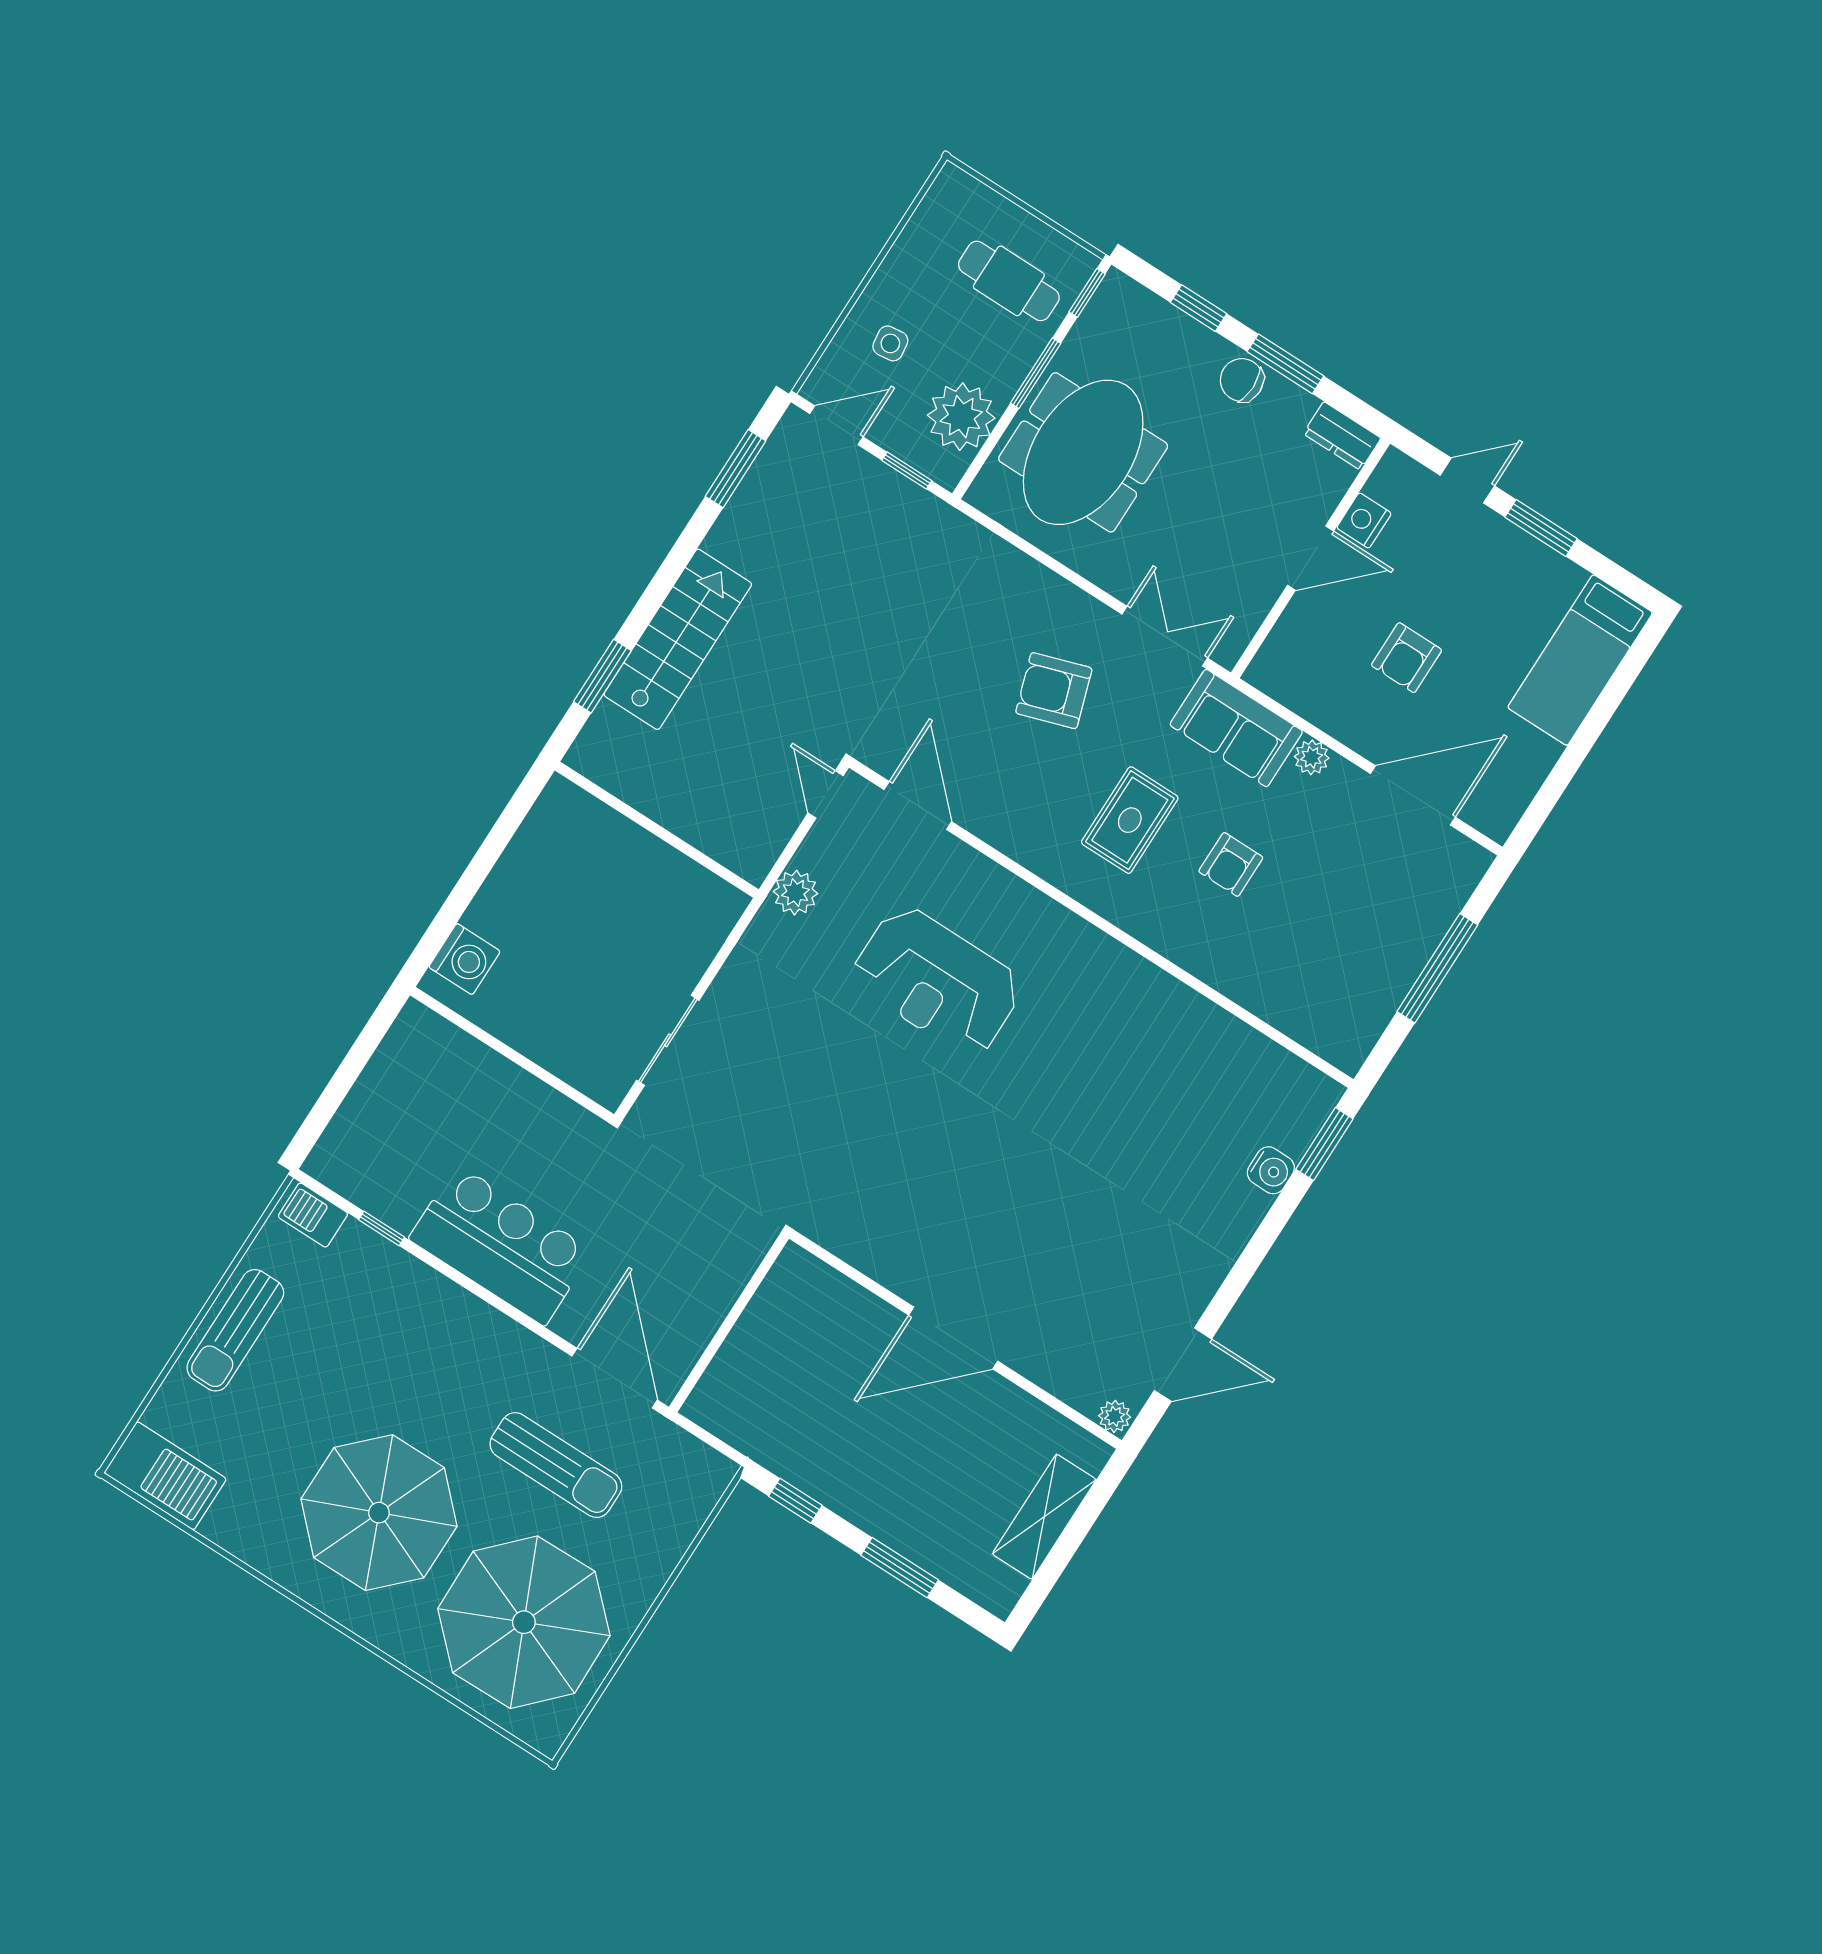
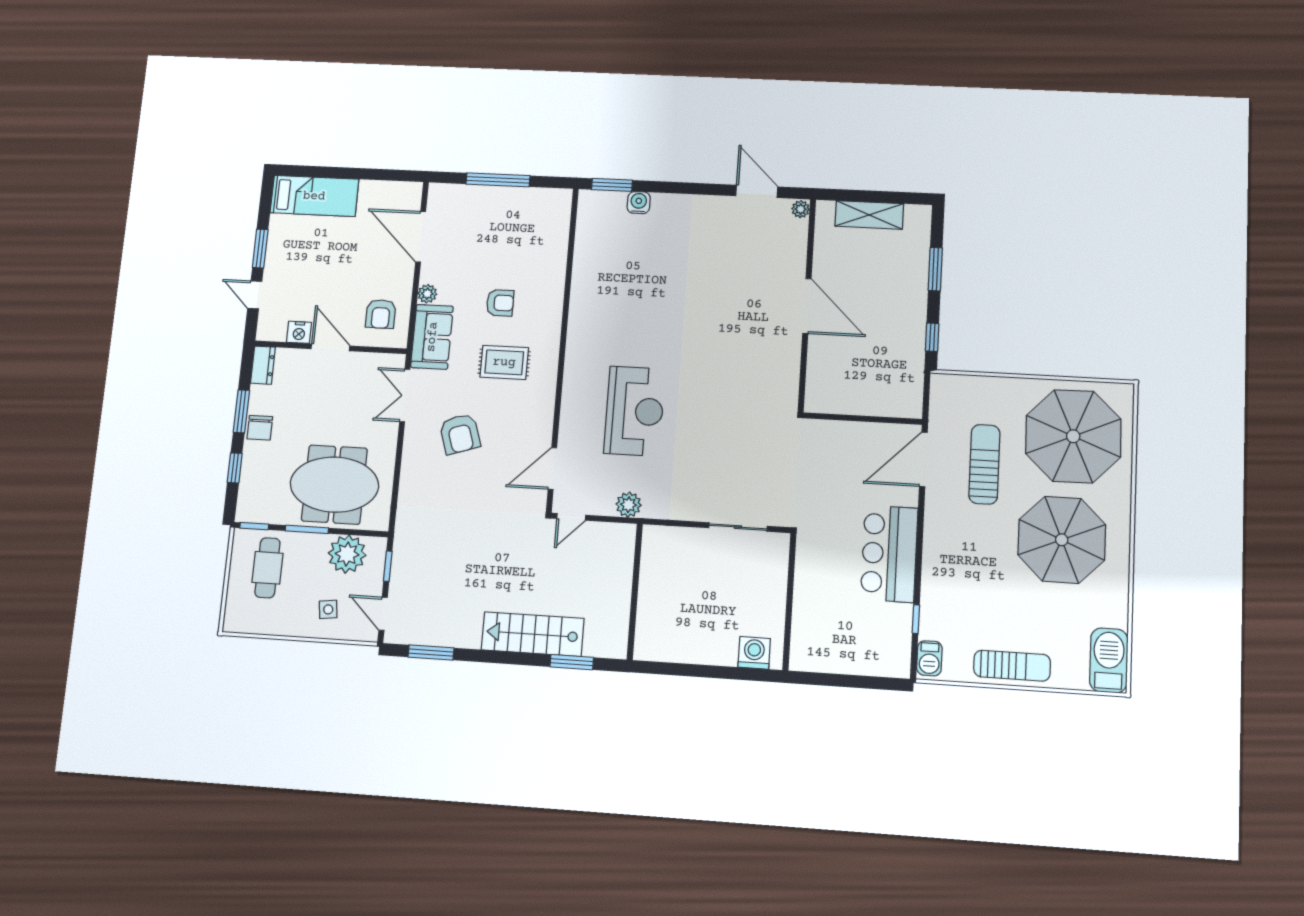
armchair: (1407, 658) -> (381, 314), moved, turned 90

